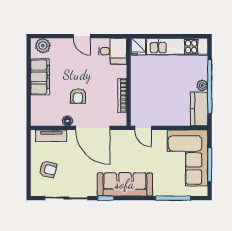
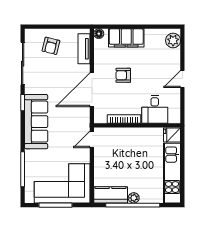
desk: (113, 51) -> (155, 109), moved
filing cabinet: (40, 77) -> (126, 38), moved
floor lamp: (67, 121) -> (99, 34), moved

